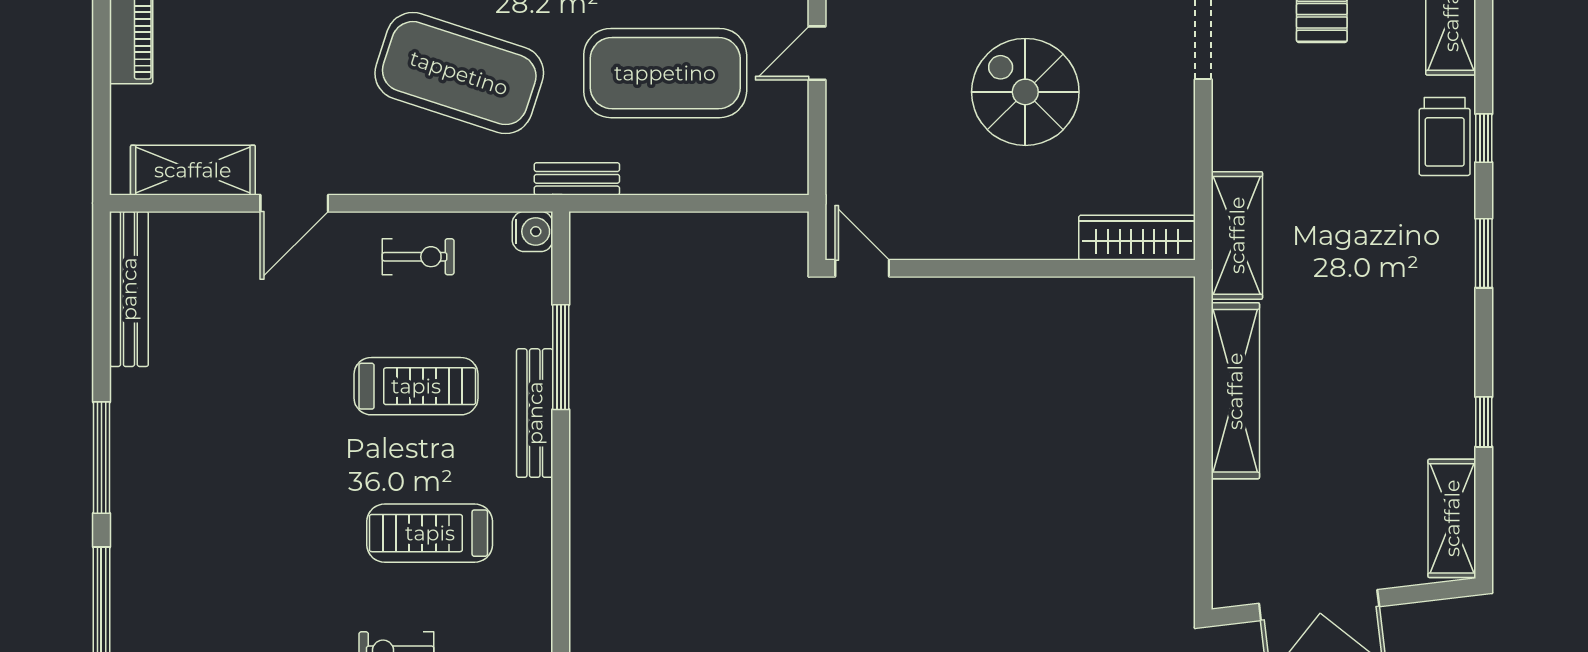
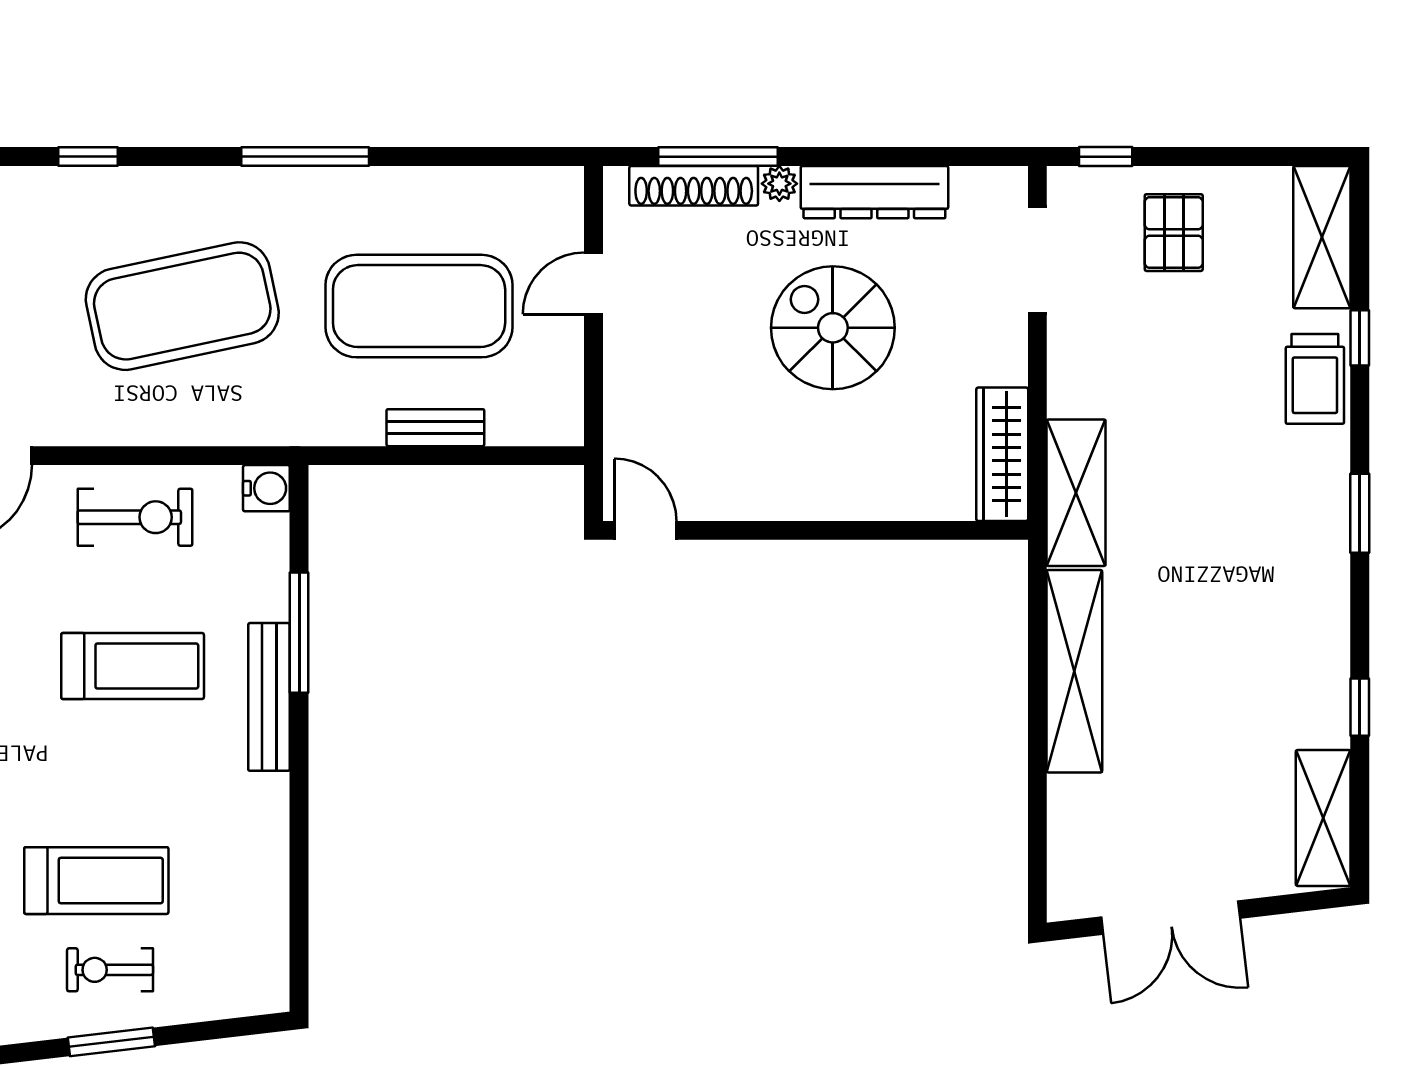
exercise mat: (459, 73) -> (182, 306), turned -30
window: (1484, 138) -> (1360, 338), moved
bench: (577, 179) -> (435, 428), moved
wardrobe: (1137, 238) -> (1002, 454), moved, turned -90
exercise bike: (418, 257) -> (135, 517), width x1.38, depth x1.39
treadmill: (430, 533) -> (96, 881), moved, turned 180

